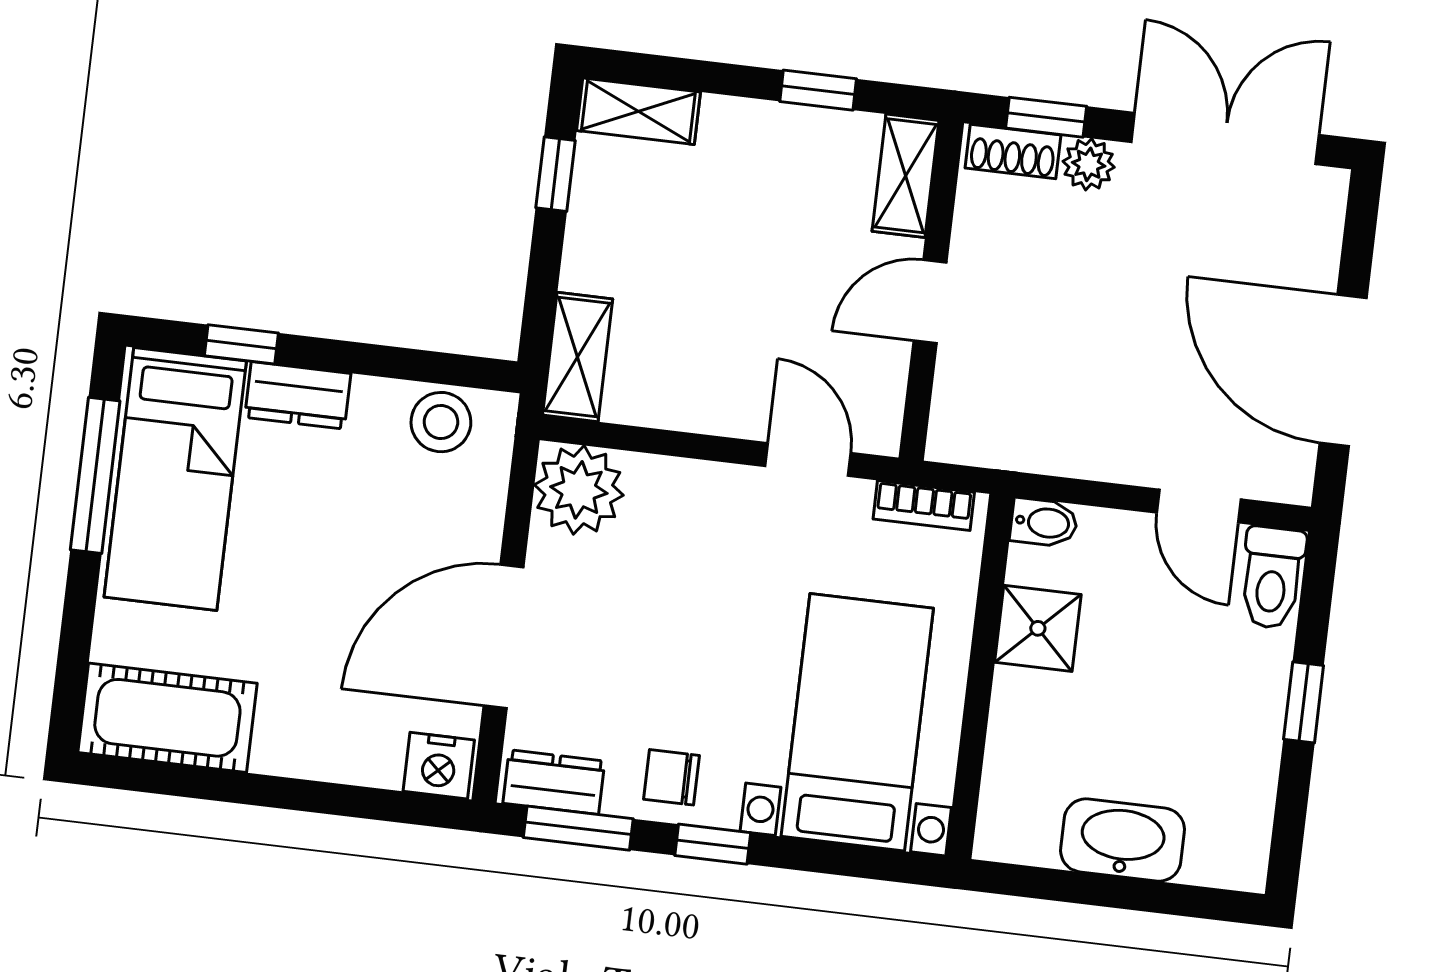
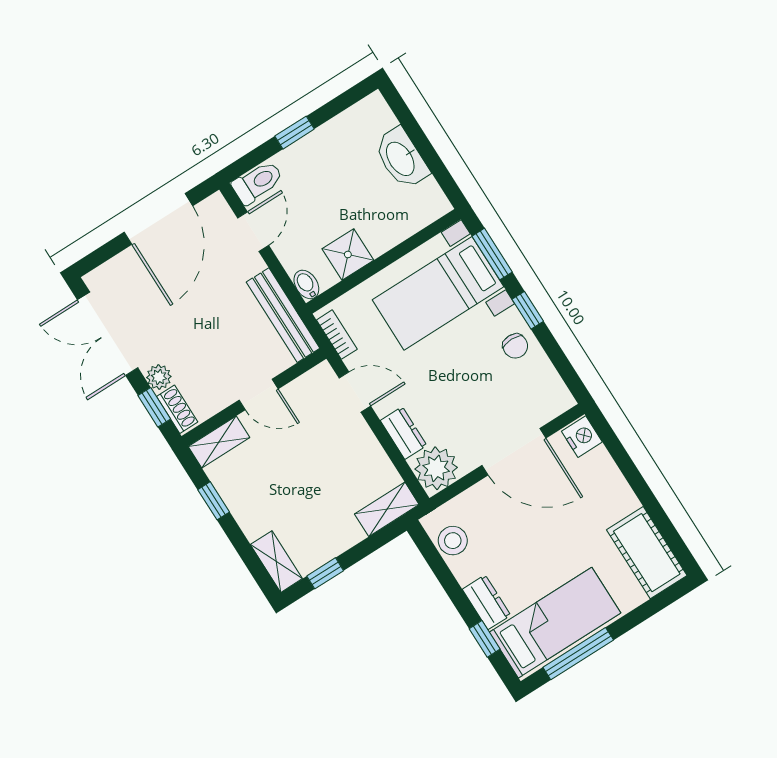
bench: (1025, 445) -> (283, 315), added
door: (808, 459) -> (355, 392), swing flipped
dresser: (554, 782) -> (404, 433), moved, turned 180
window: (578, 828) -> (492, 254), moved

